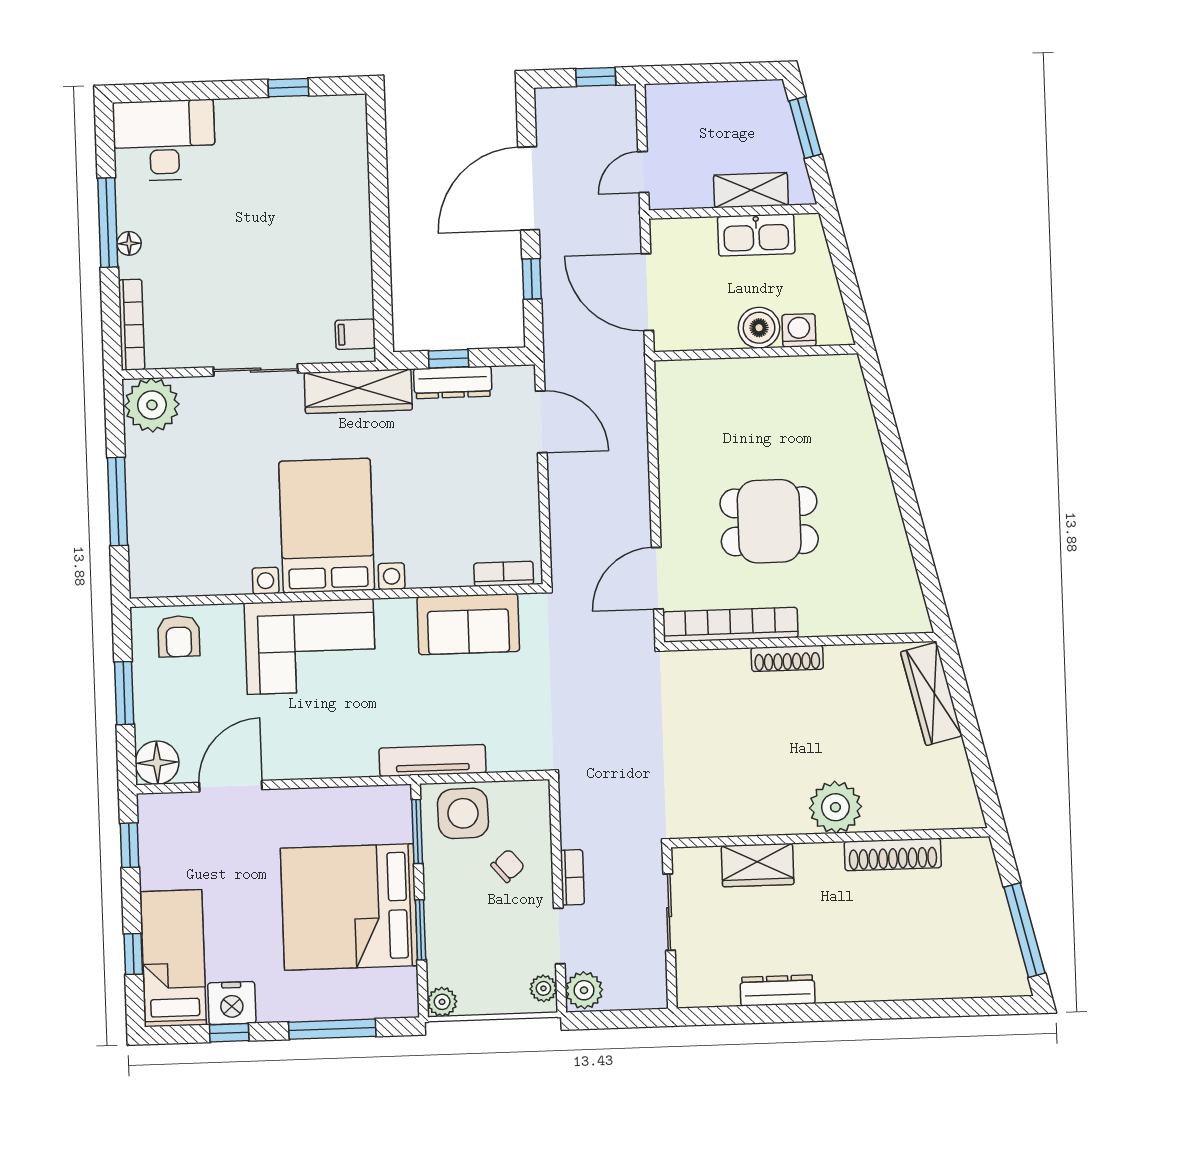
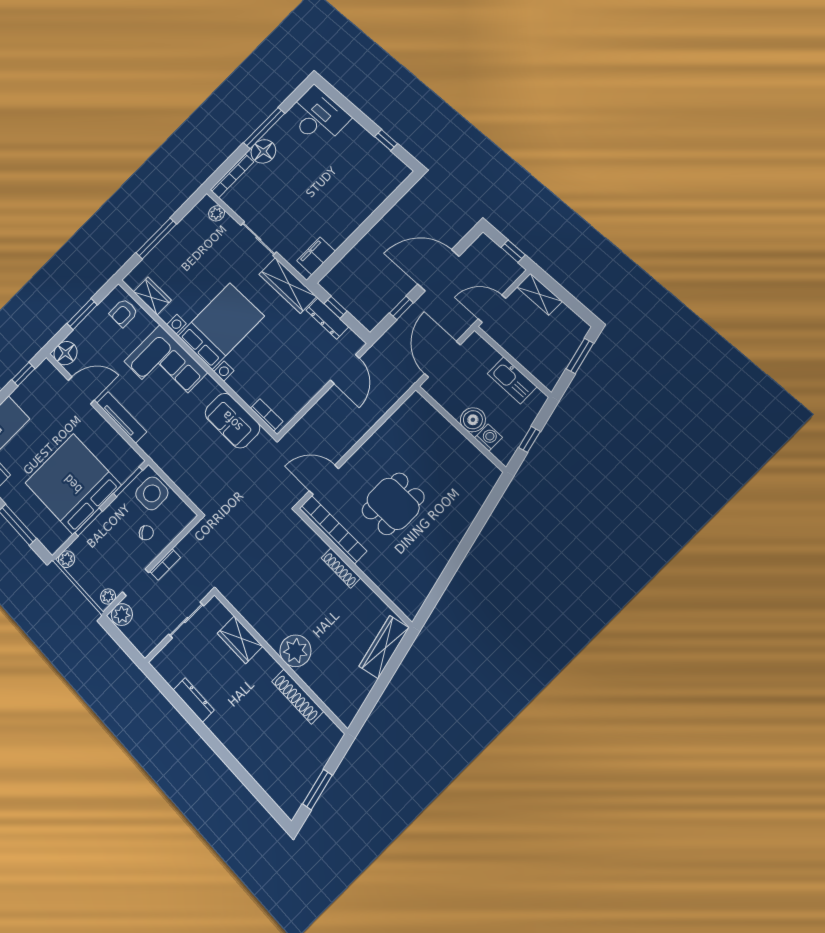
door: (643, 172) -> (492, 309), width x1.38
shelving: (751, 190) -> (539, 294), moved
floor lamp: (129, 243) -> (263, 151), width x1.89, depth x1.89
window: (848, 285) -> (529, 439), added
filing cabinet: (355, 334) -> (316, 256), width x2.00
plant: (152, 405) -> (217, 213), width x0.53, depth x0.53
dining table: (769, 521) -> (393, 504), turned 90
wardrobe: (194, 578) -> (152, 296), added
tv unit: (433, 760) -> (122, 417), moved
window: (1024, 930) -> (317, 790), width x0.69

